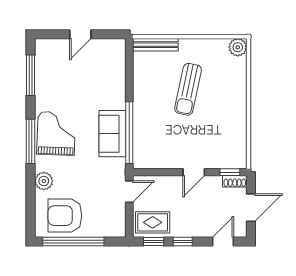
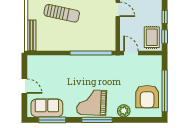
sofa: (113, 134) -> (47, 108), moved, turned 180

